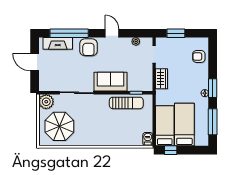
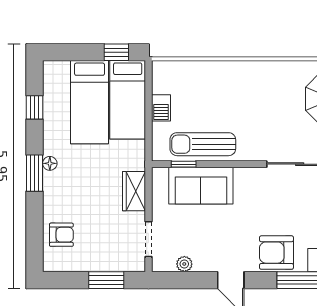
armchair: (88, 47) -> (276, 253), turned -90
sofa: (110, 82) -> (201, 186), moved
window: (213, 122) -> (35, 107), width x0.46
barbecue: (148, 139) -> (161, 108), moved

